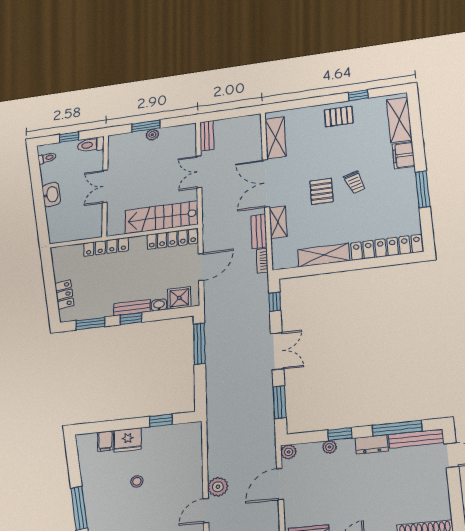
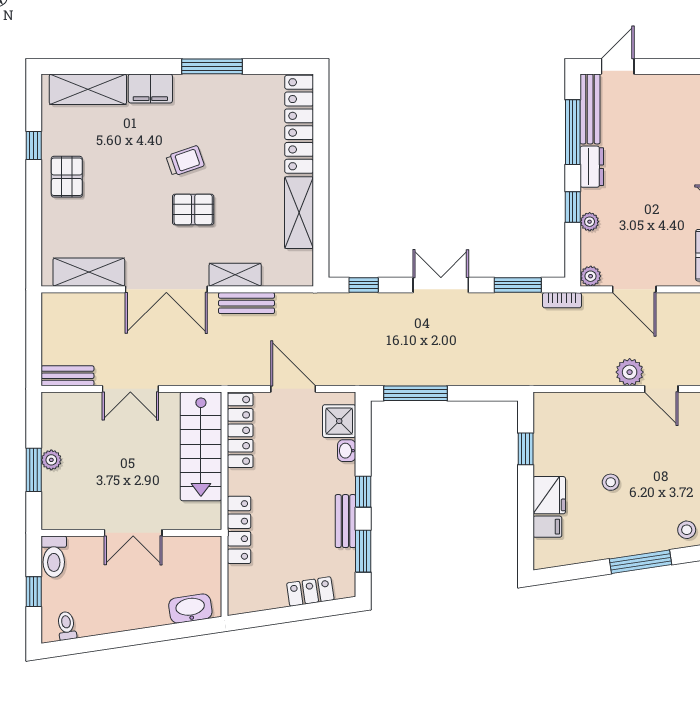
washbasin: (51, 195) -> (190, 609), moved
bookcase: (262, 261) -> (562, 300), moved
bench: (132, 308) -> (345, 521), moved

